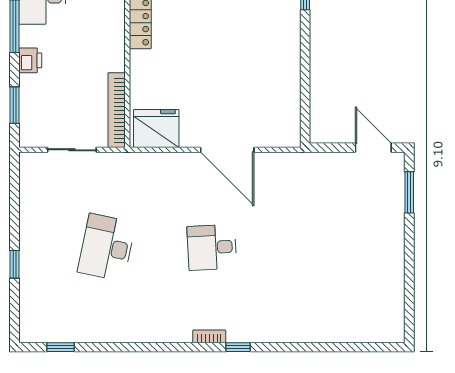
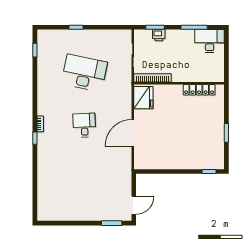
printer: (30, 60) -> (159, 35), moved
desk: (107, 247) -> (84, 73), width x1.36, depth x1.30

